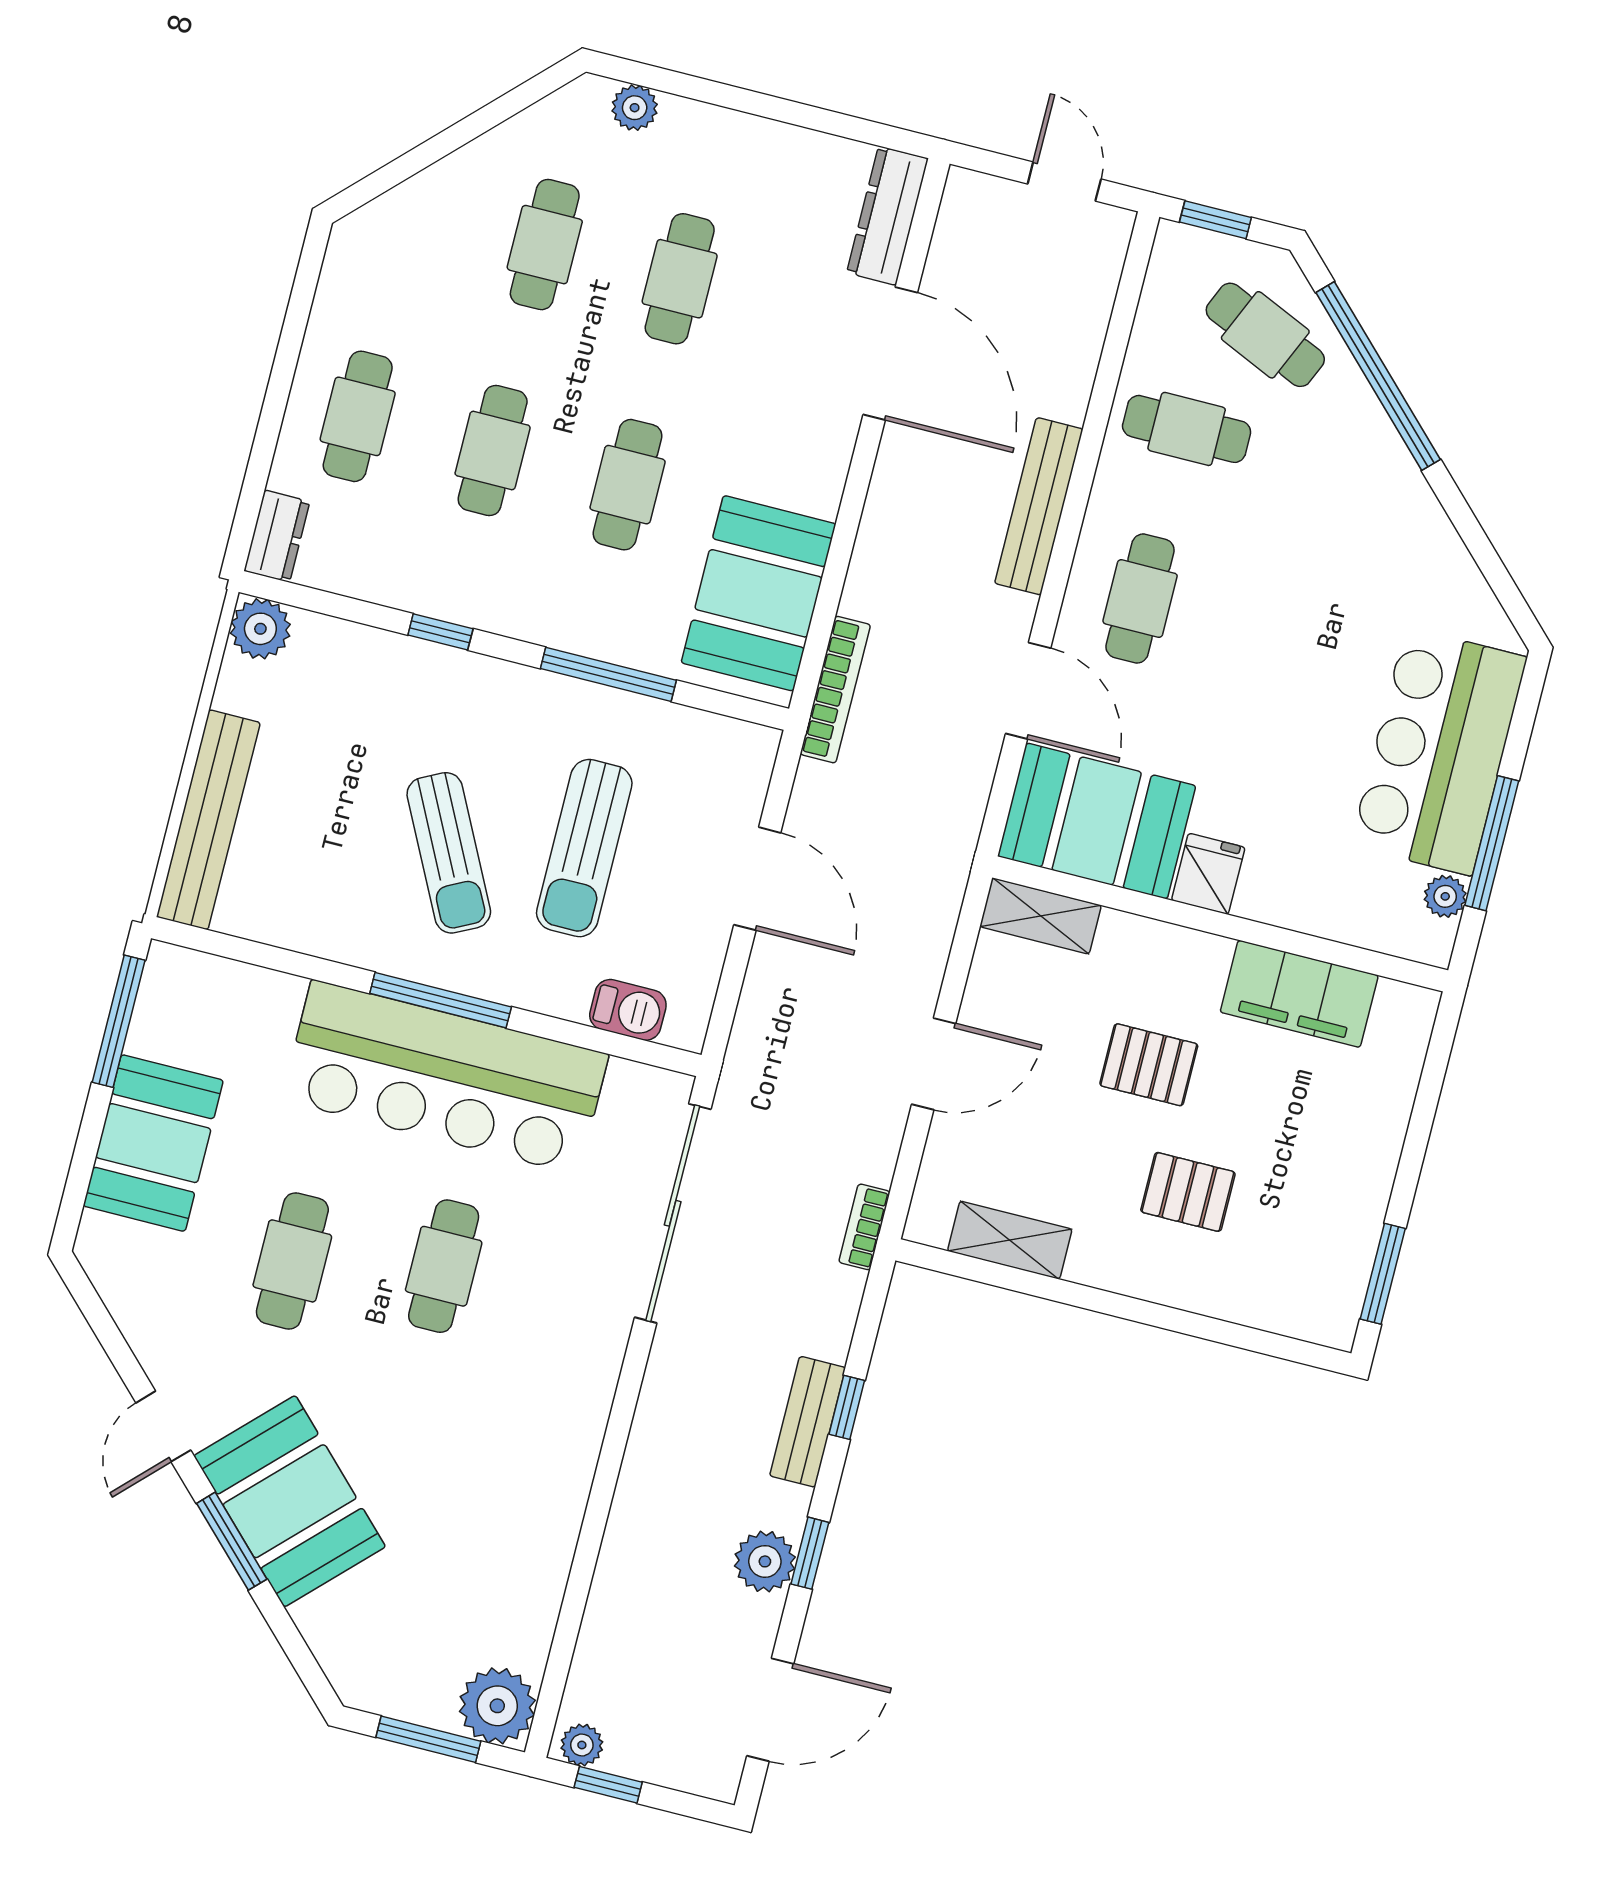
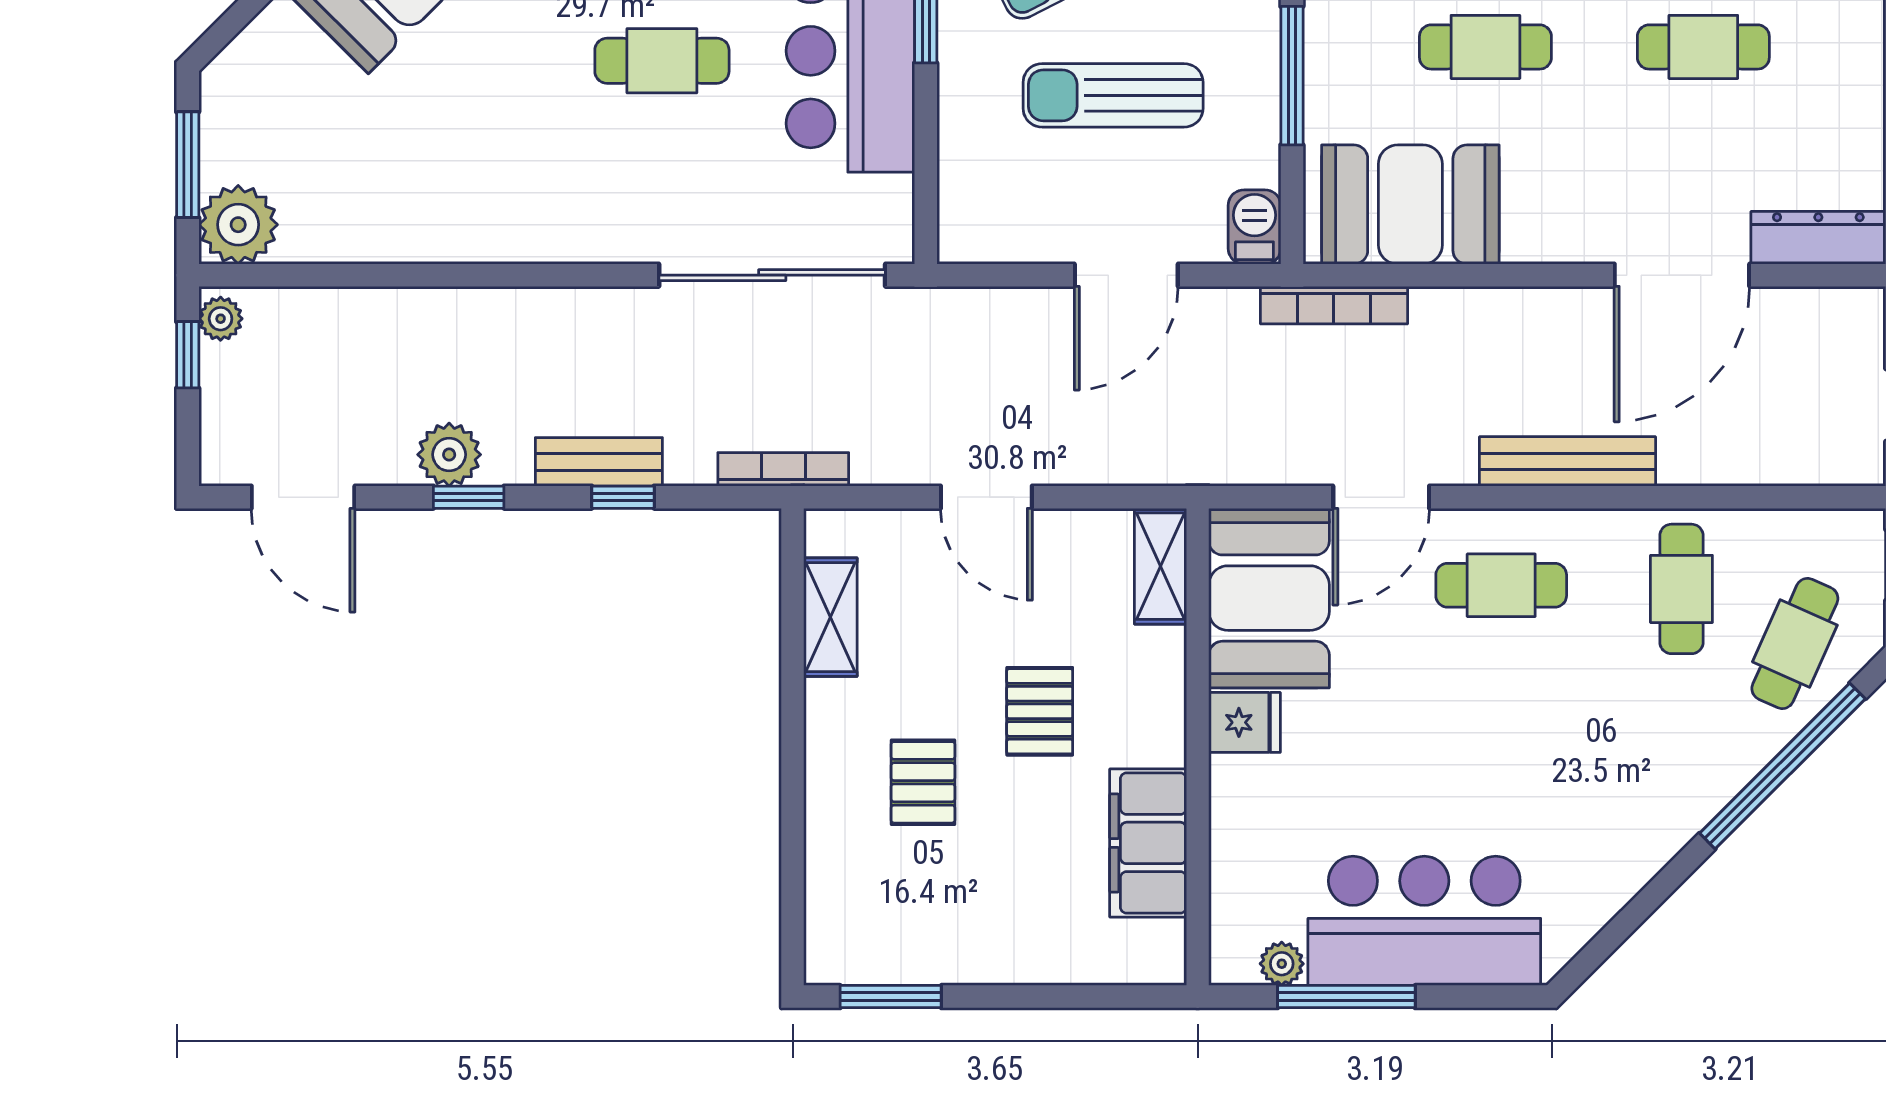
barbecue: (628, 1010) -> (1254, 227), moved, turned 180
bookcase: (864, 1227) -> (783, 469), width x1.56

